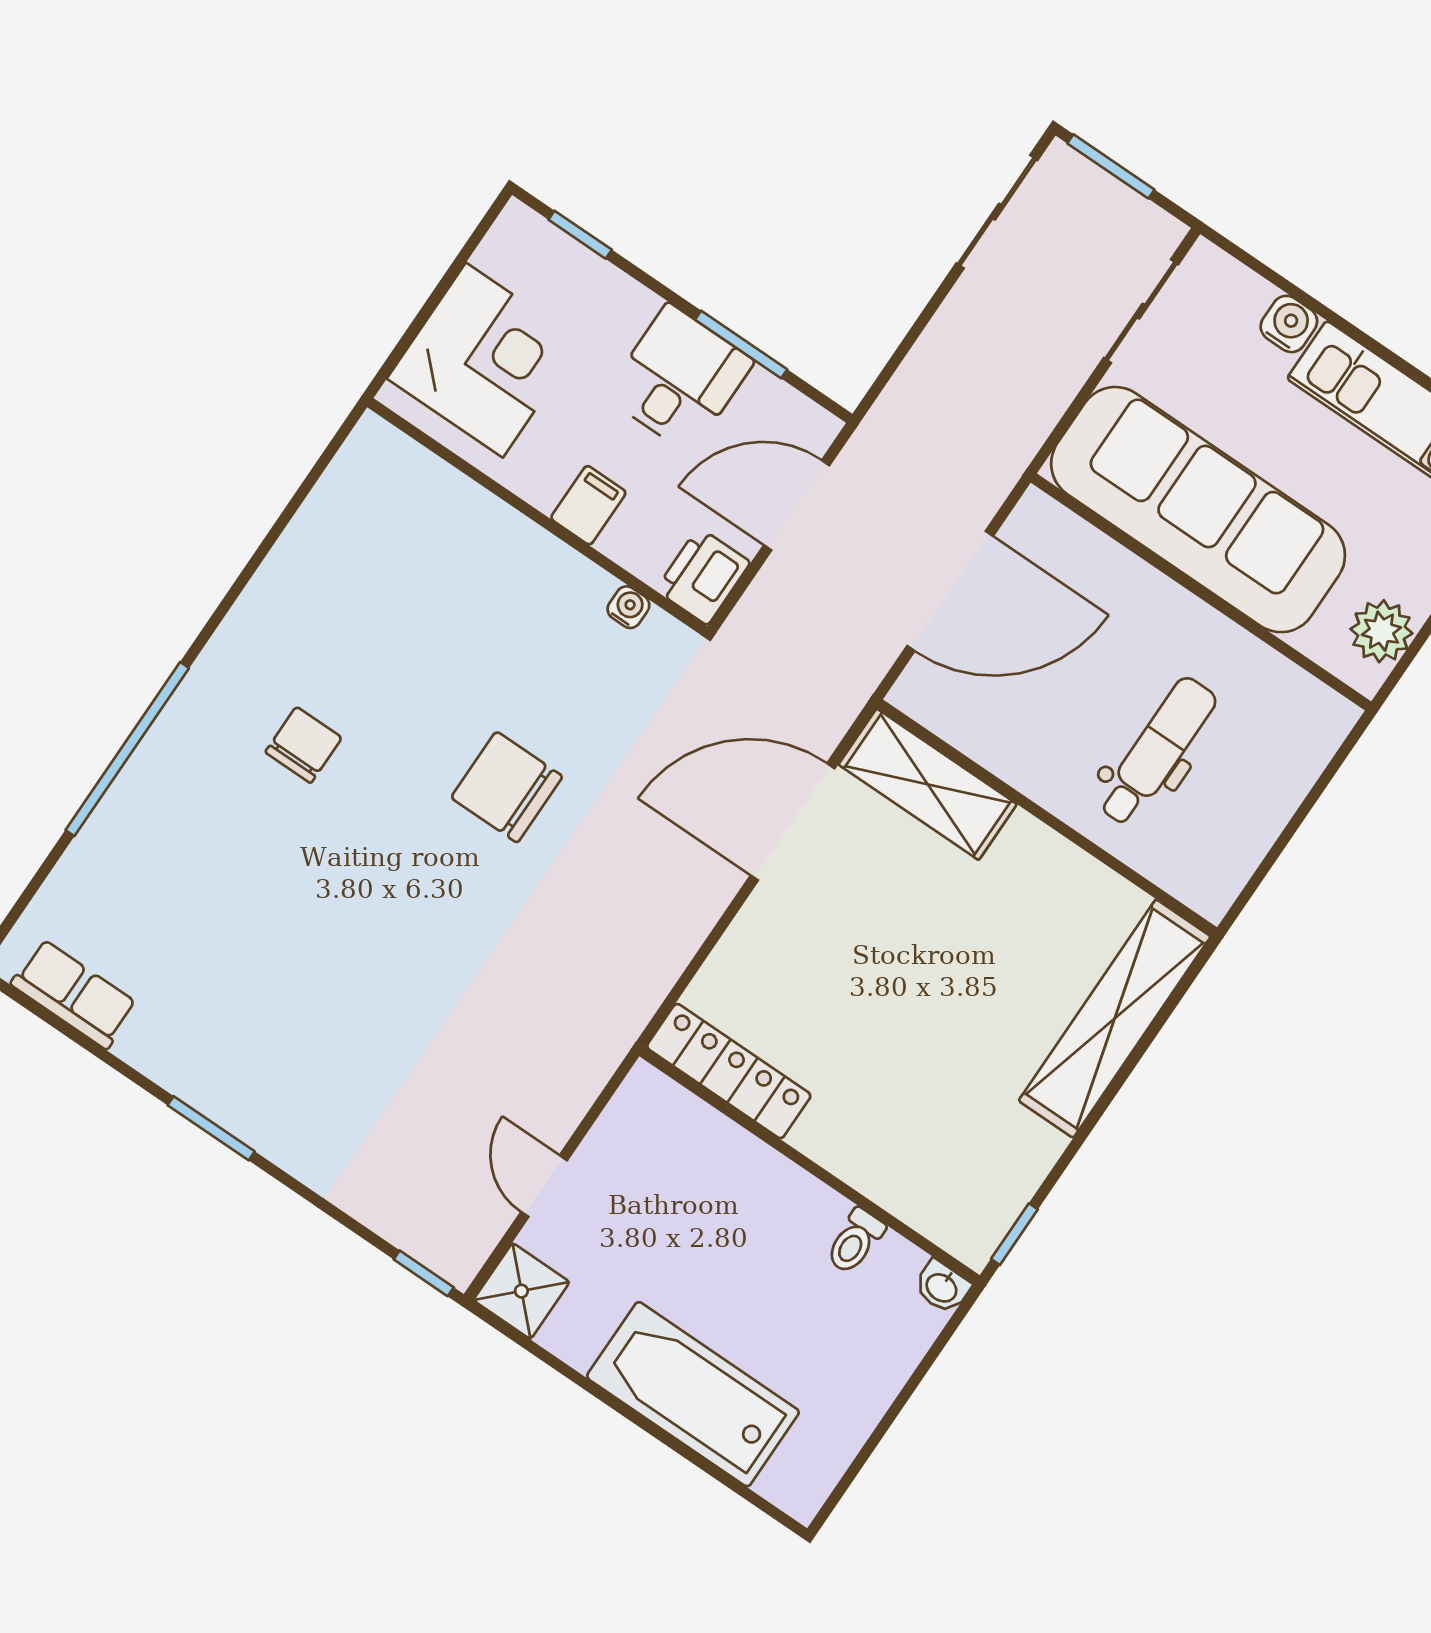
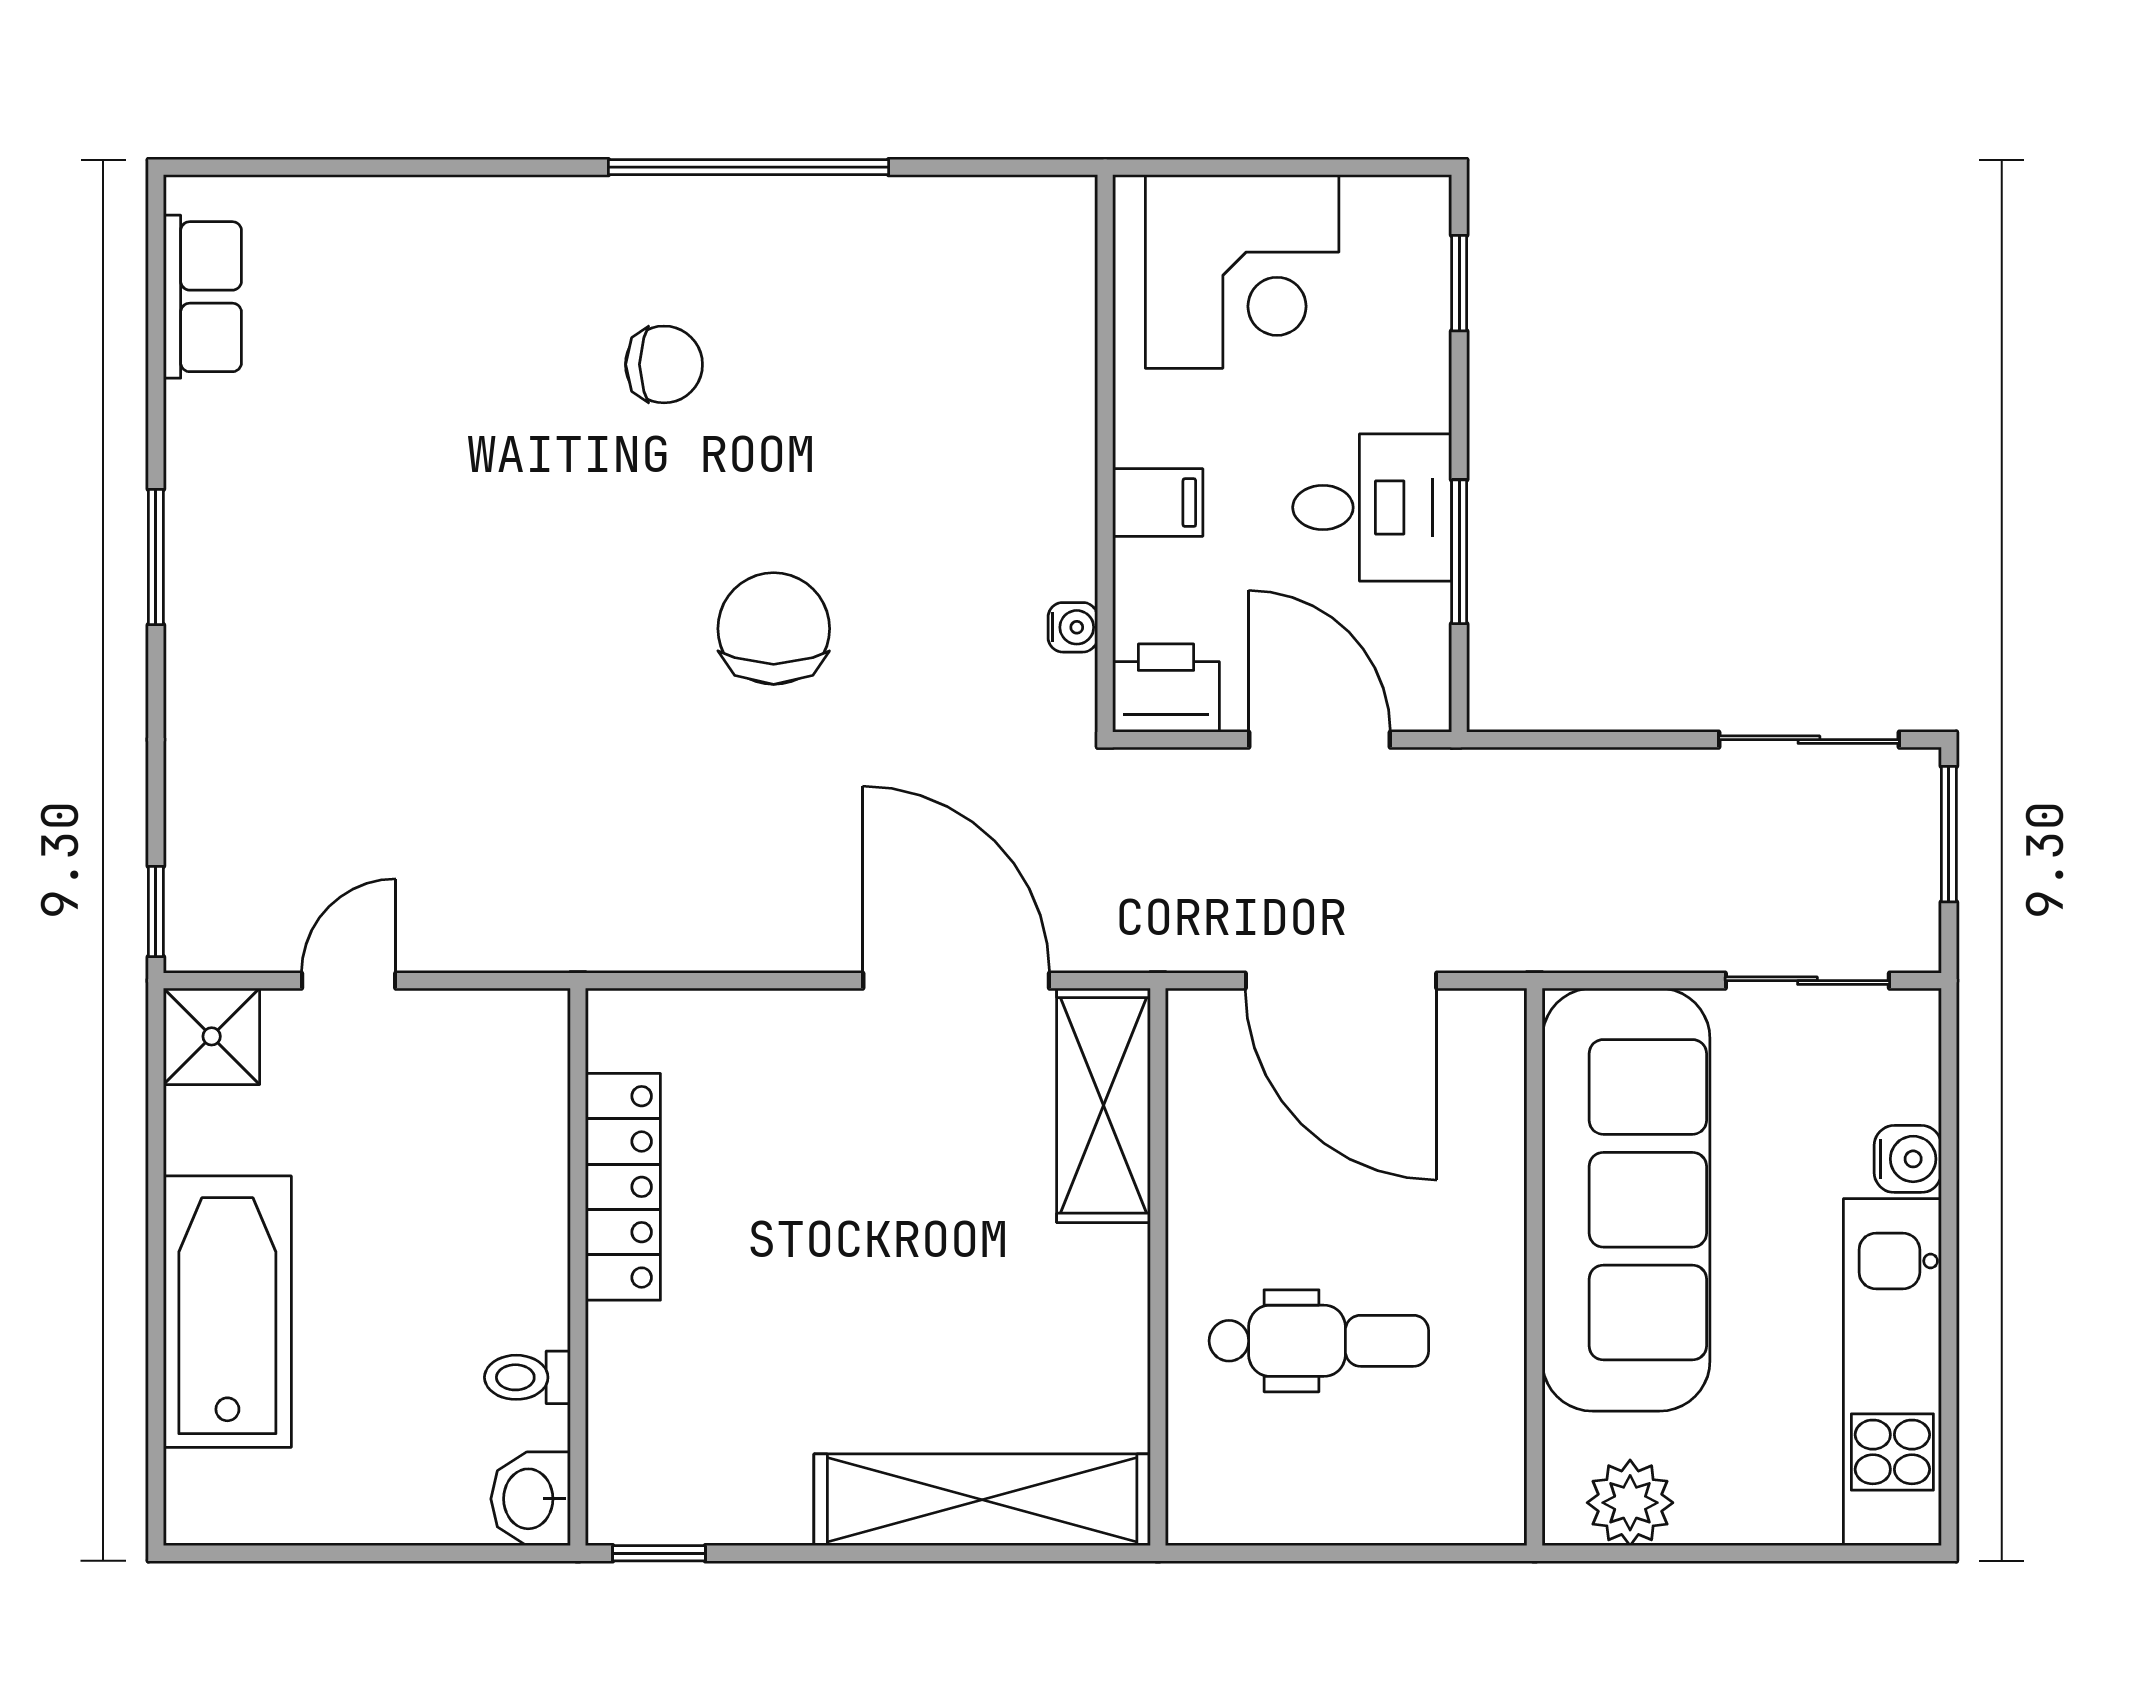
window: (127, 749) -> (749, 167), moved
locker: (729, 1071) -> (623, 1187), moved
washbasin: (942, 1287) -> (531, 1499), width x1.38, depth x1.45

